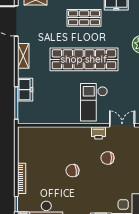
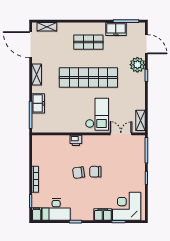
checkout: (94, 102) -> (97, 114), turned 180
printer: (98, 133) -> (76, 140), moved
chair: (108, 158) -> (95, 172), moved

